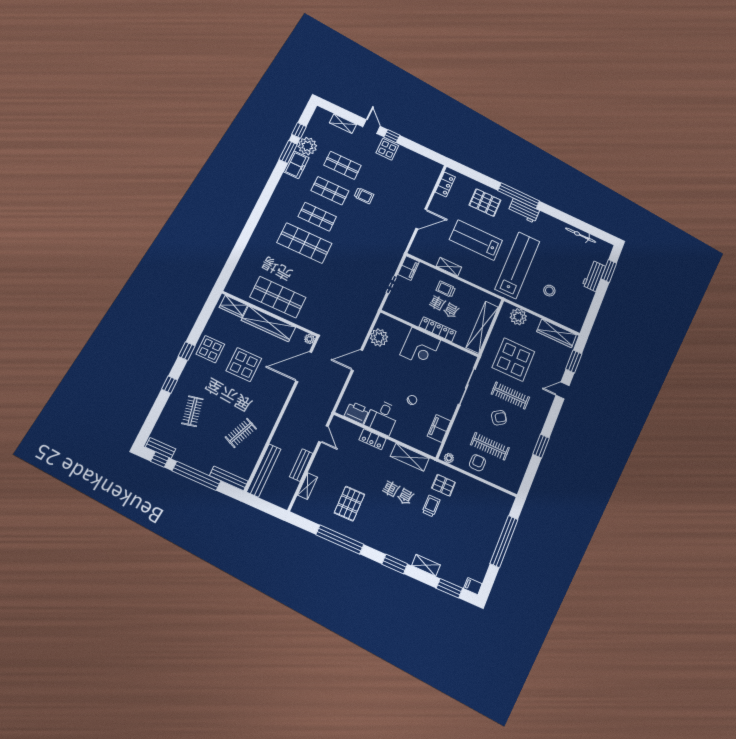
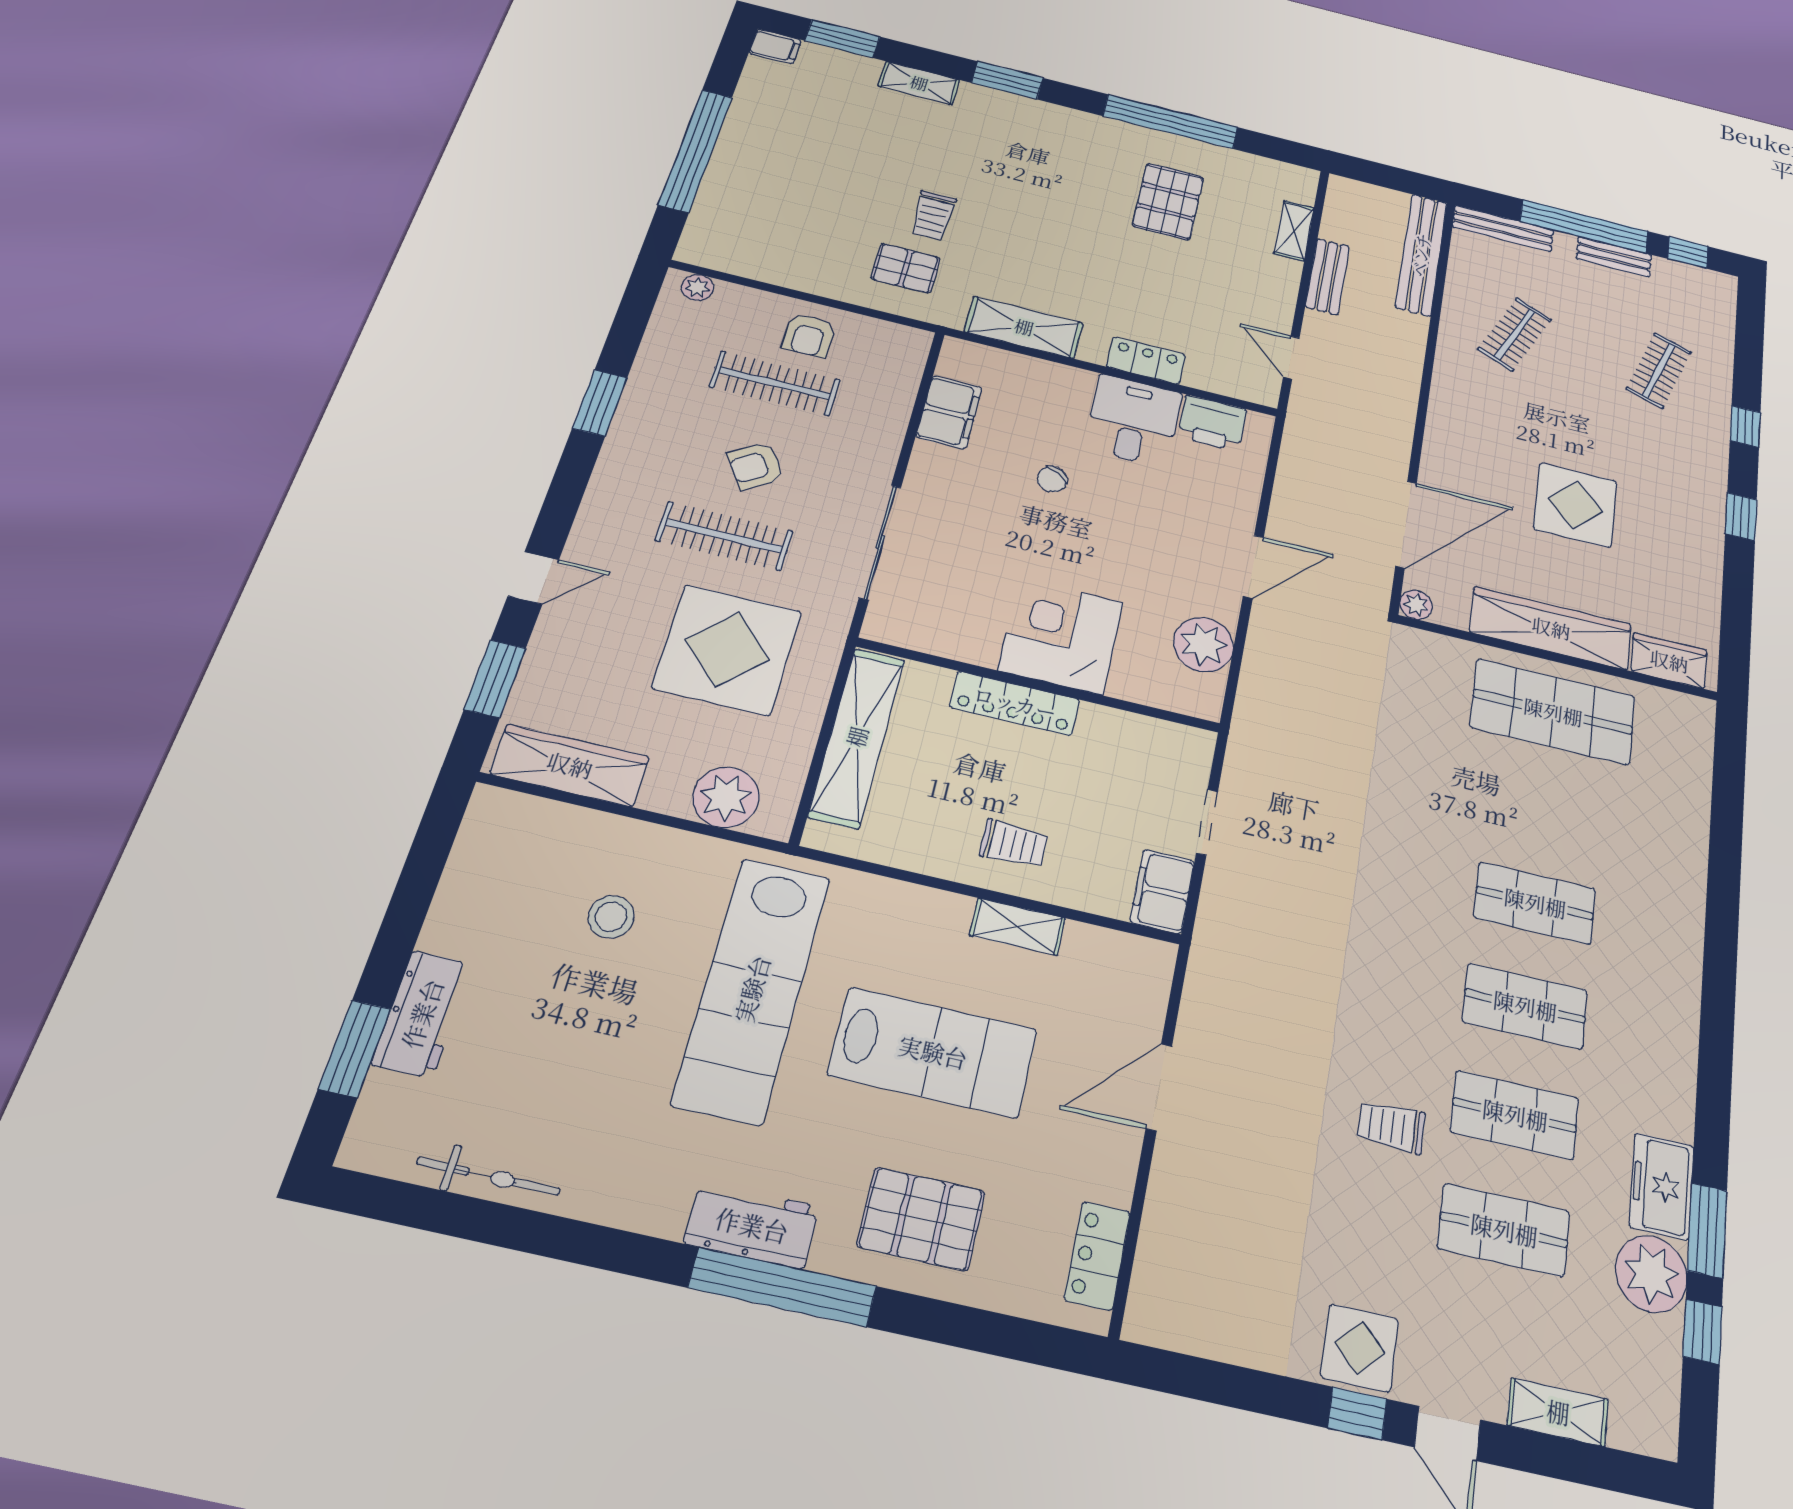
shop shelf: (304, 243) -> (1535, 903), width x0.70, depth x0.74
display table: (210, 349) -> (1682, 532), removed
clothes rail: (193, 411) -> (1659, 370), turned 30
bench: (161, 448) -> (1614, 257), moved
plant: (449, 458) -> (697, 287), moved

